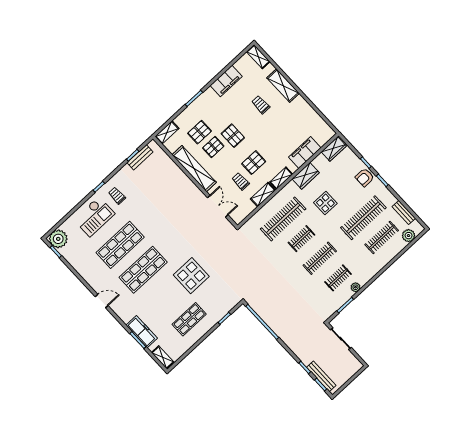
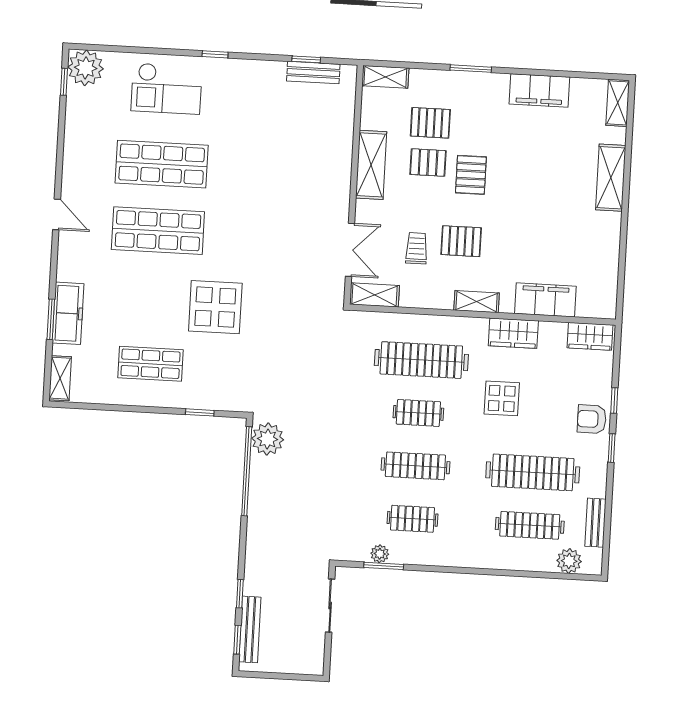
trolley: (261, 105) -> (553, 172), removed
shelving: (194, 169) -> (371, 165), width x0.68
shelving: (263, 194) -> (375, 295), moved
trolley: (117, 196) -> (227, 92), removed
plant: (355, 287) -> (380, 554), moved
plant: (258, 303) -> (268, 439), added

